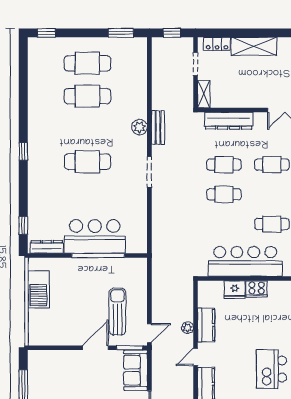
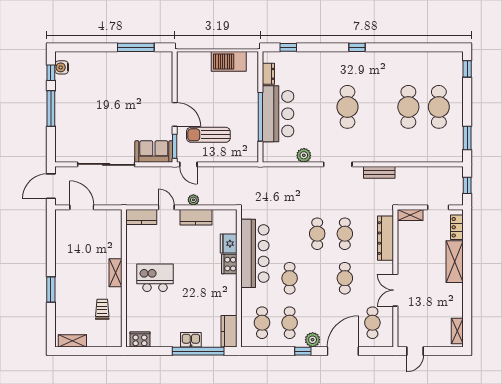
plant: (139, 127) -> (304, 155), moved
dresser: (47, 247) -> (268, 74), width x0.70
sun lounger: (117, 312) -> (208, 135), turned 180

